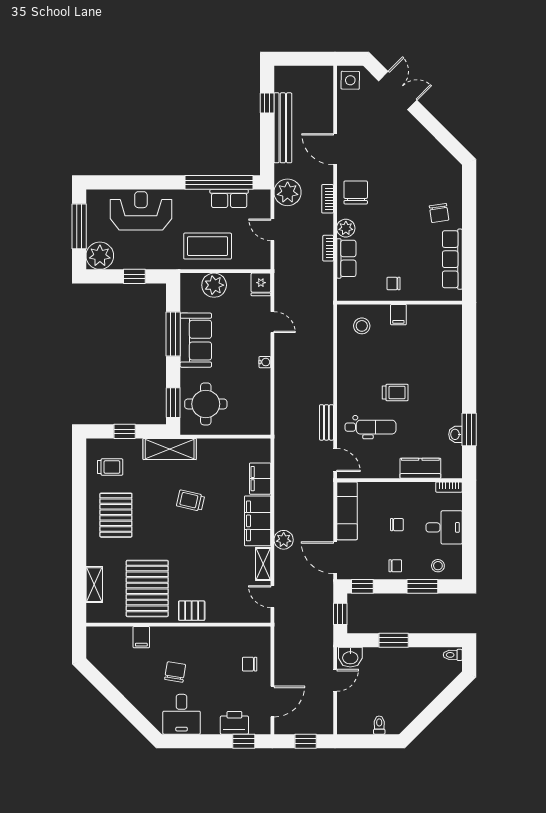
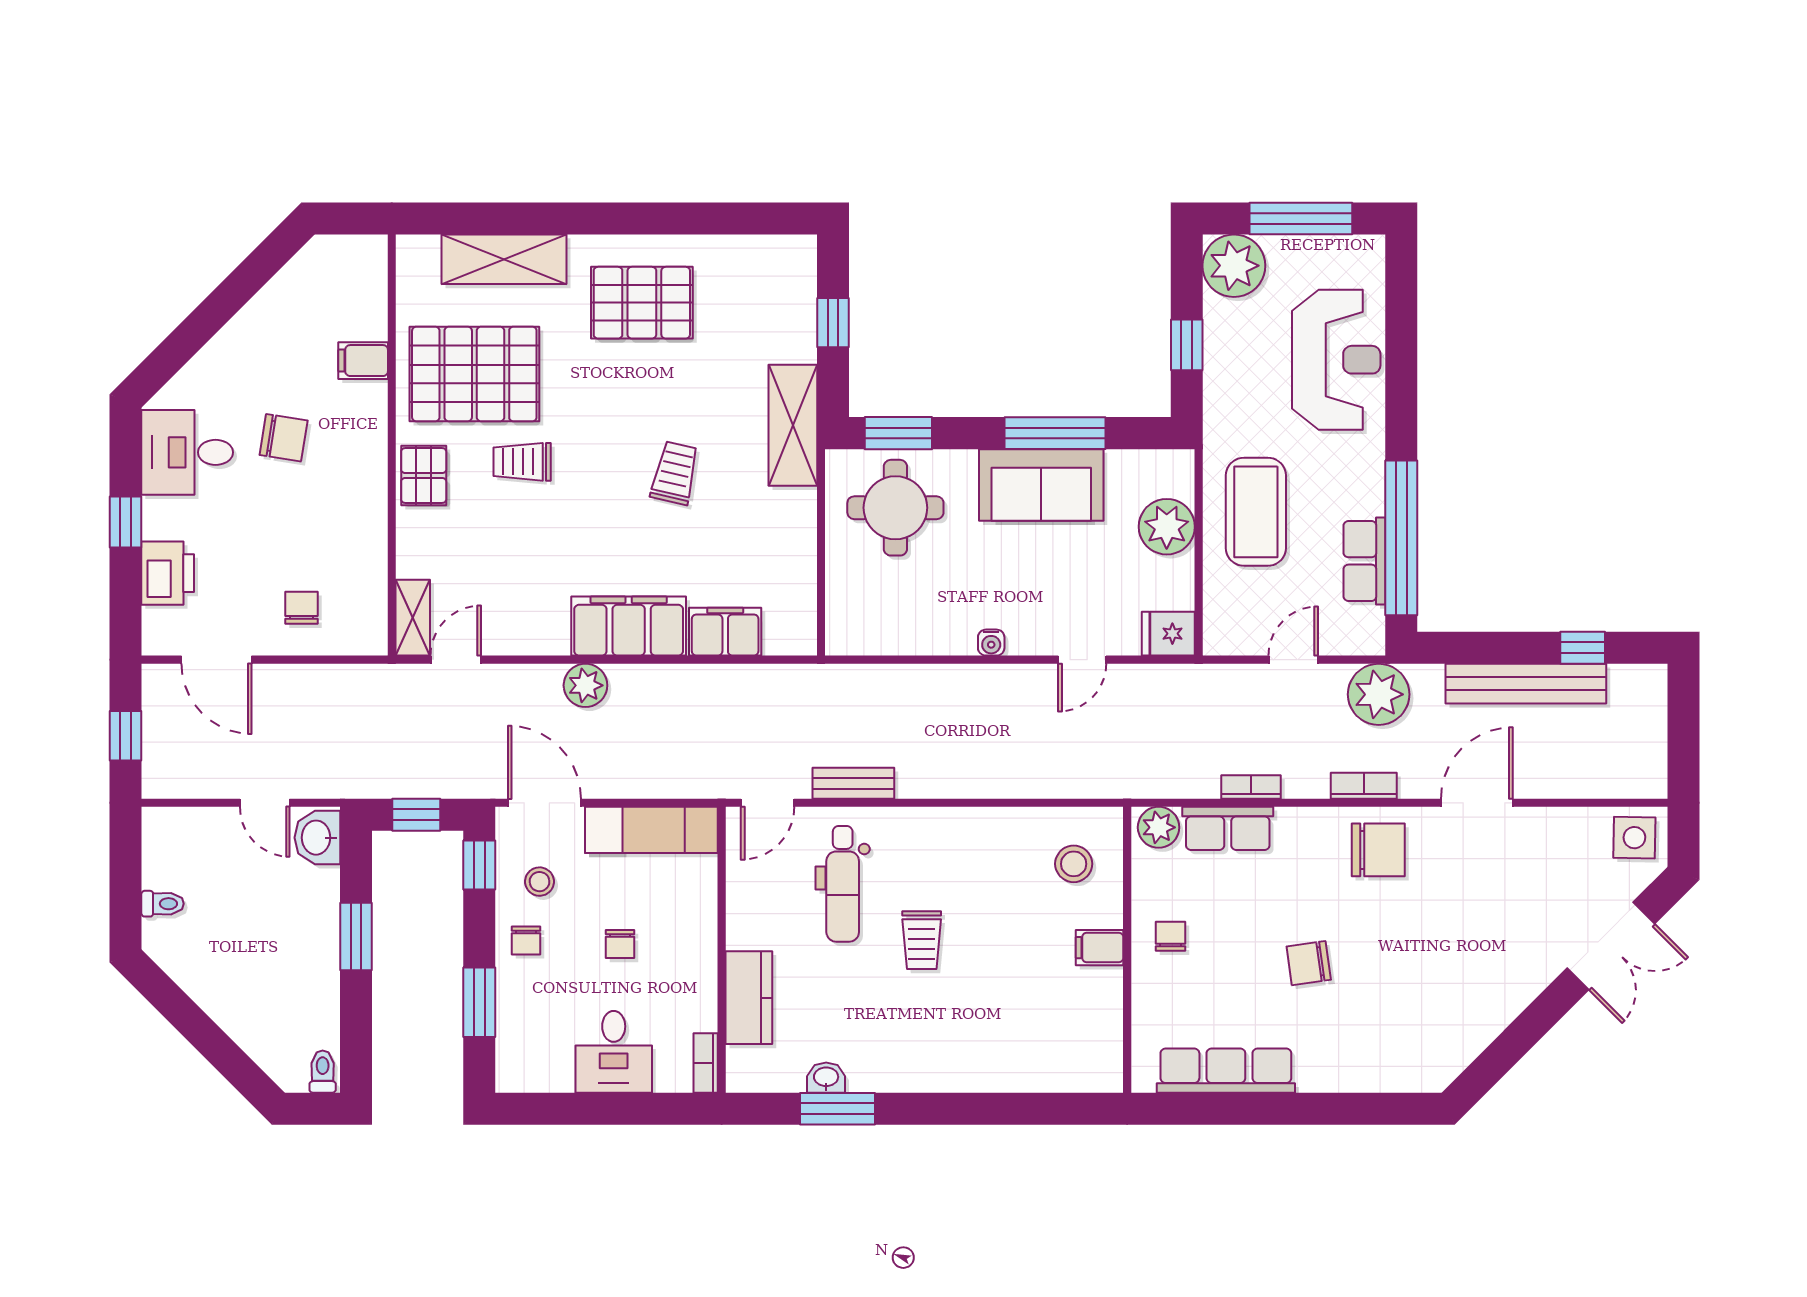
chair: (439, 213) -> (1309, 963), moved
plant: (346, 228) -> (1159, 827), moved
trolley: (110, 467) -> (522, 462), moved, turned 90
door: (335, 558) -> (544, 803), hinge flipped
shelving: (263, 564) -> (413, 618), moved, turned 90
stool: (438, 566) -> (540, 882), moved
shelving: (94, 585) -> (504, 259), width x1.50, depth x1.33
window: (244, 741) -> (125, 522), moved

